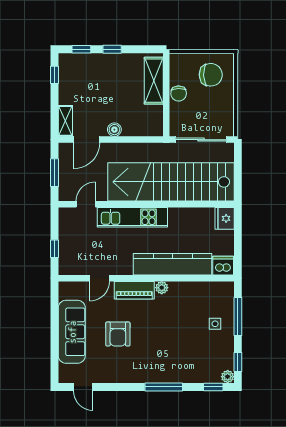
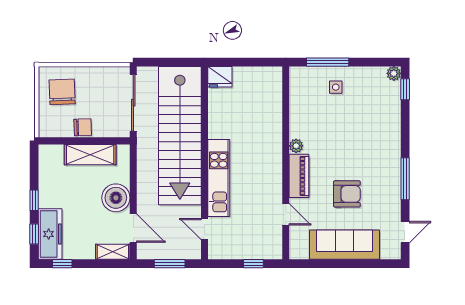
freezer: (81, 64) -> (50, 234), added
shelving: (154, 81) -> (90, 155), moved
boiler: (114, 130) -> (116, 198), width x1.86, depth x1.86
kitchen counter: (173, 264) -> (270, 134), removed
dishwasher: (223, 266) -> (272, 78), removed
window: (238, 362) -> (378, 62), removed
window: (164, 387) -> (405, 179), moved

